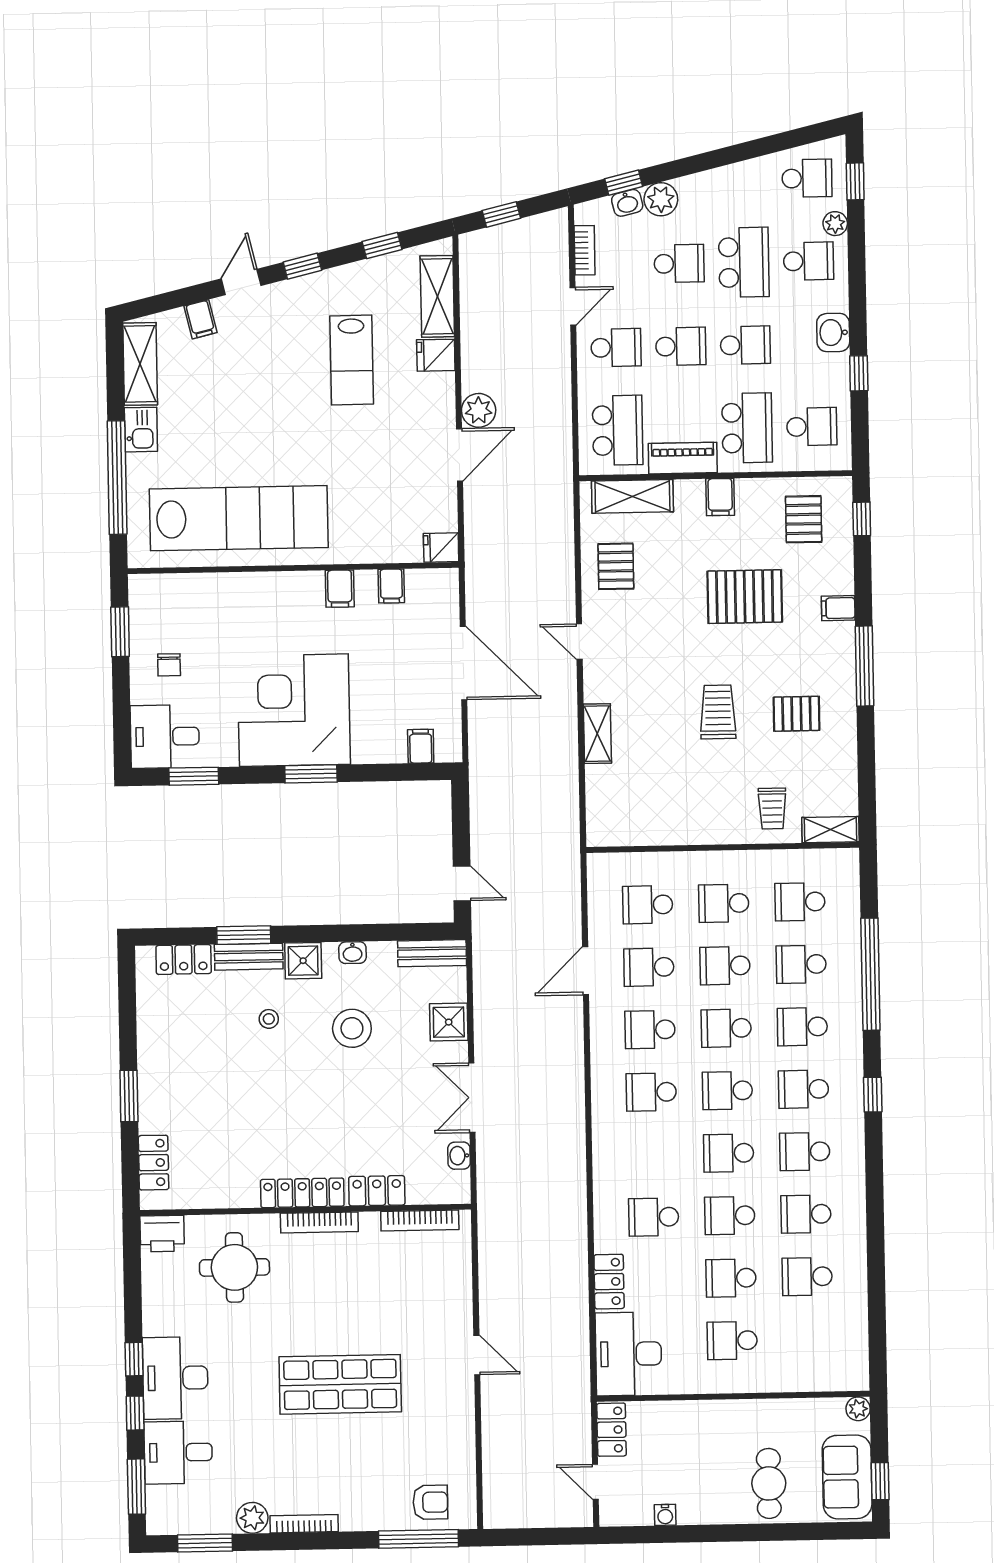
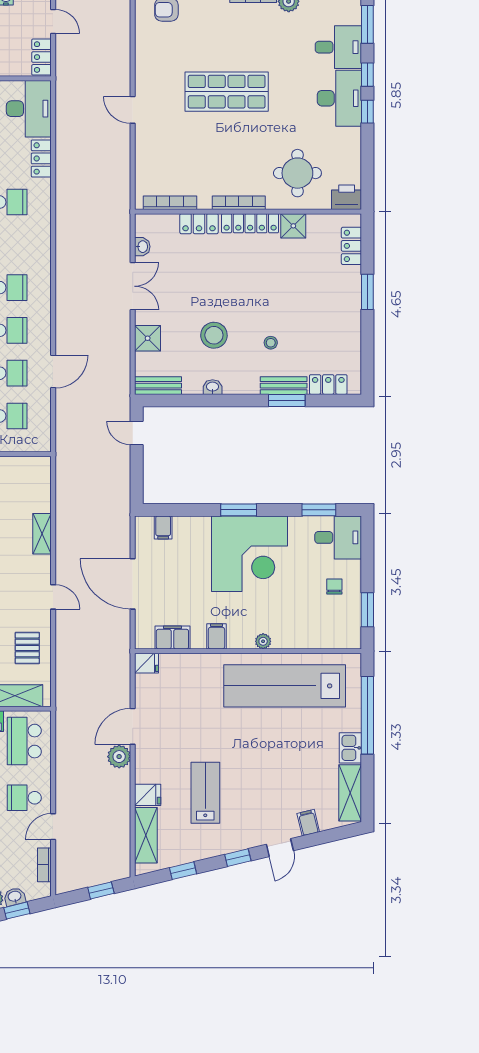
plant: (272, 583) -> (263, 641), added
filing cabinet: (391, 586) -> (172, 637), width x2.00
shower: (303, 961) -> (293, 226), moved

